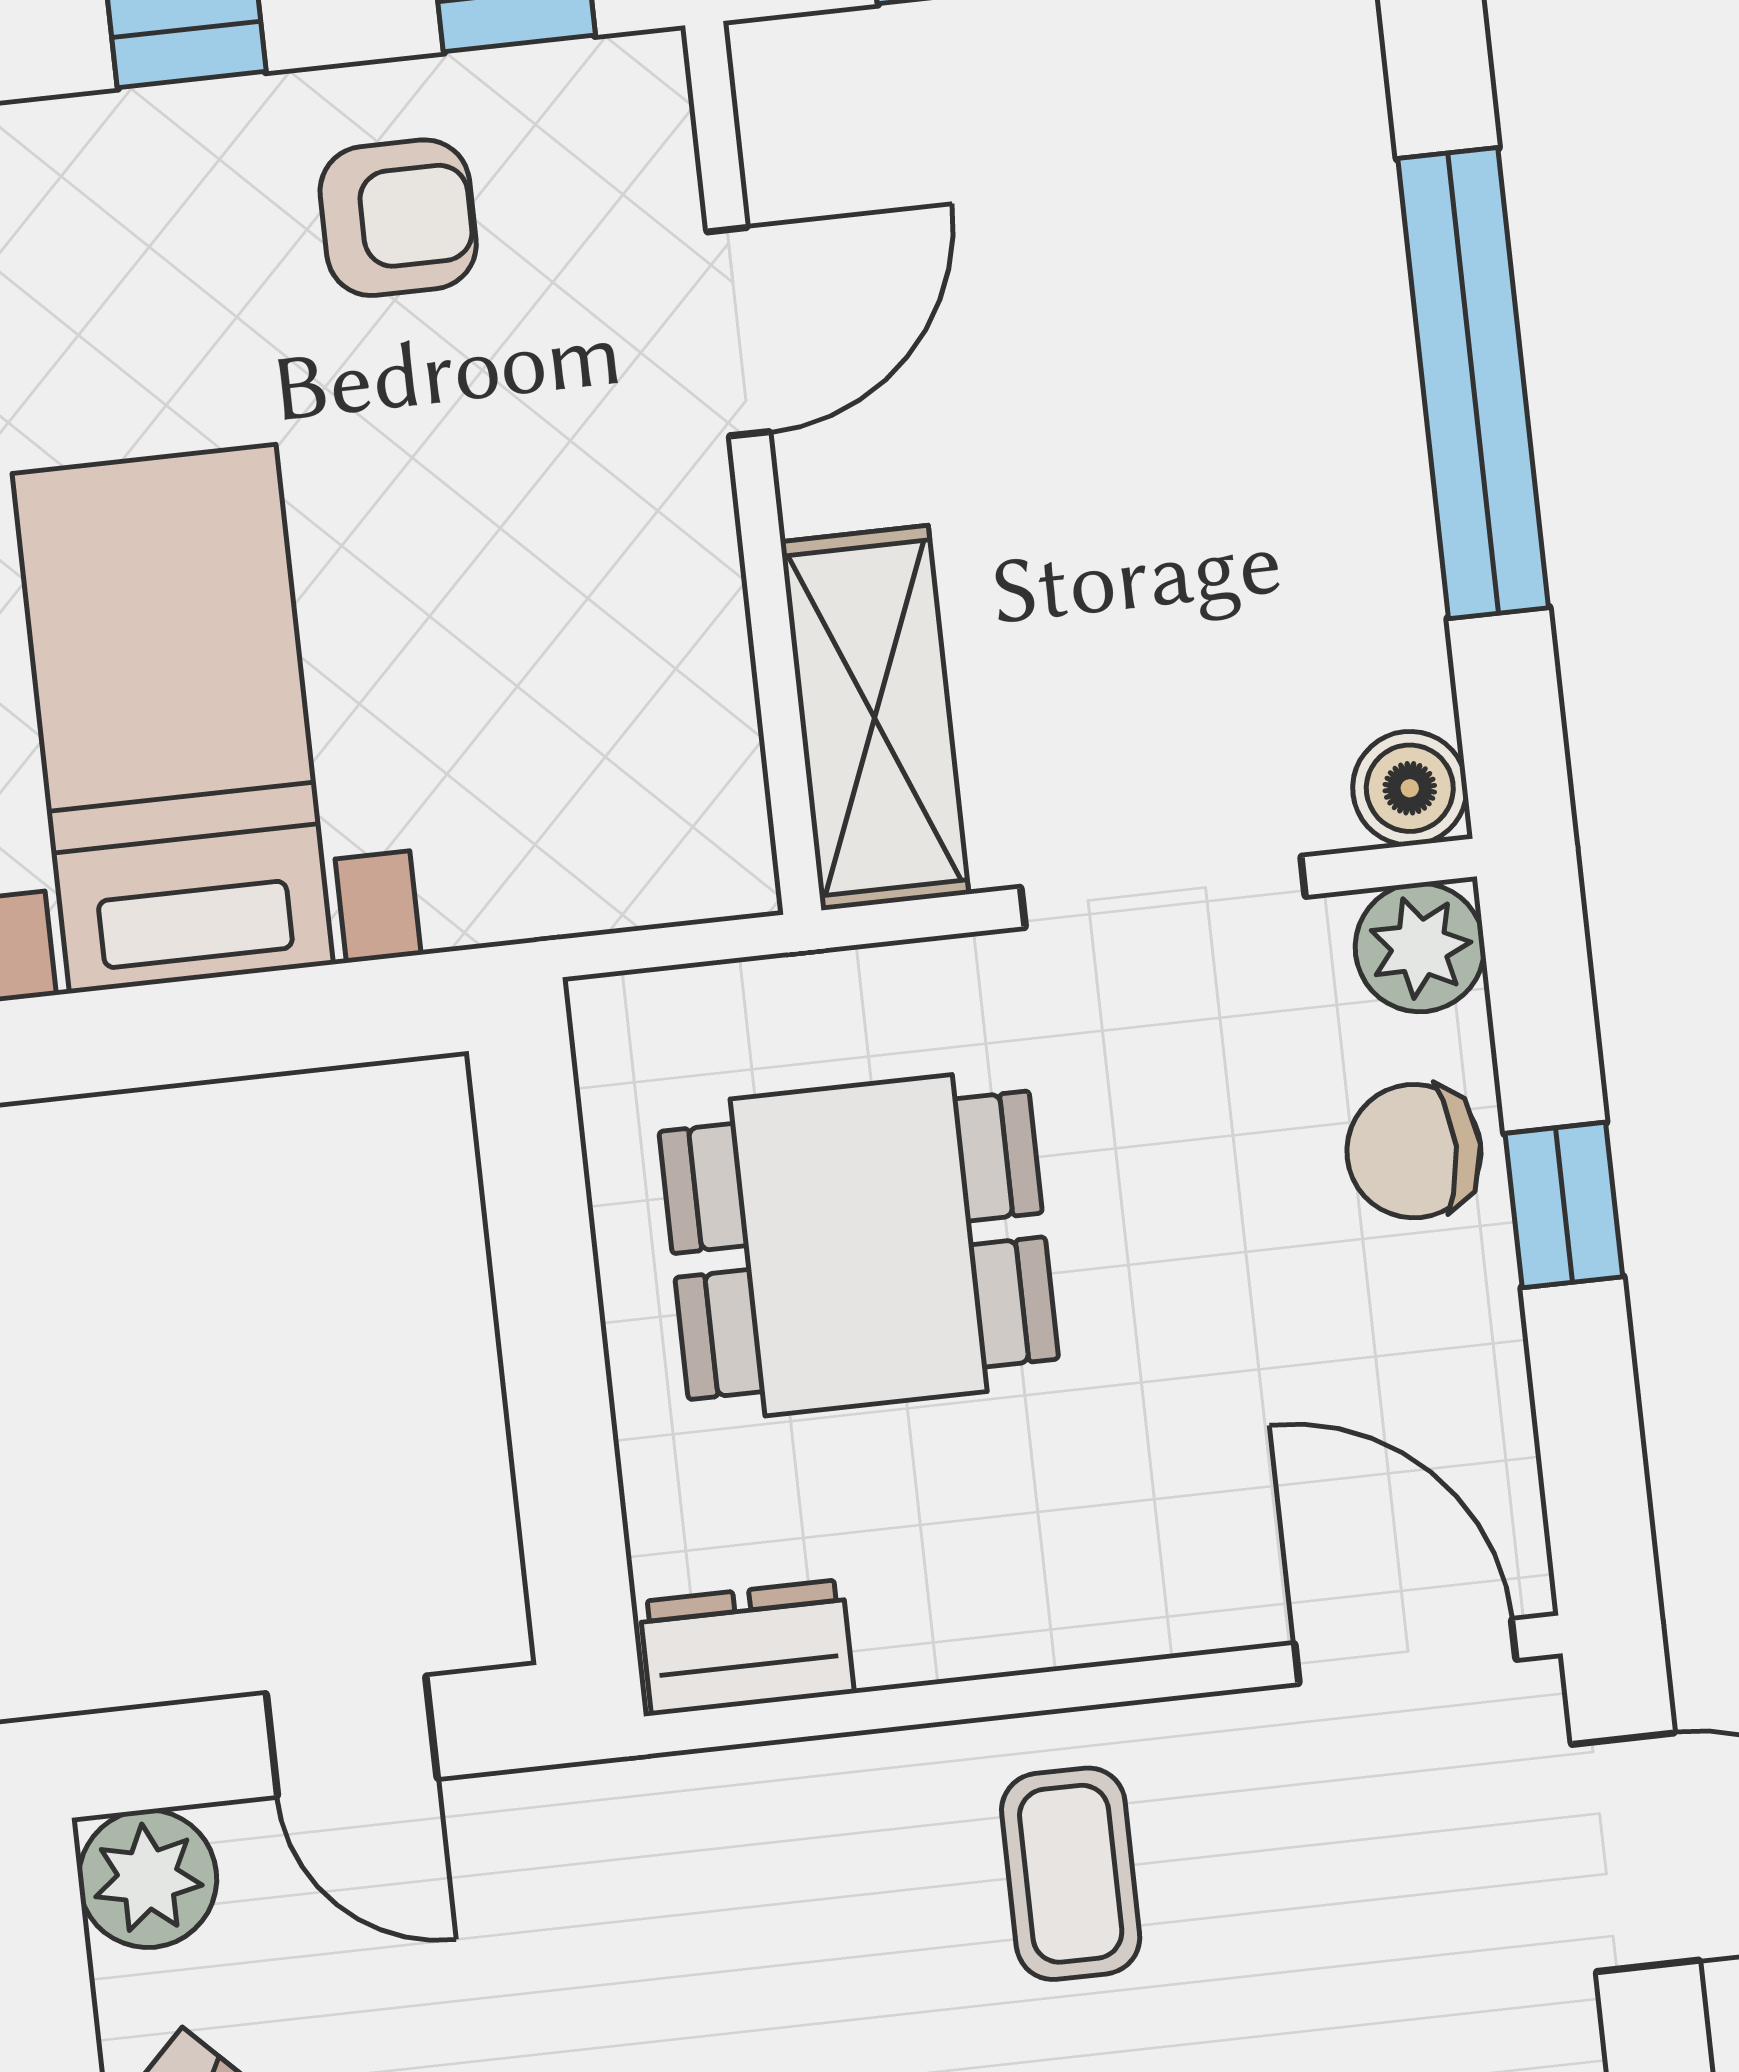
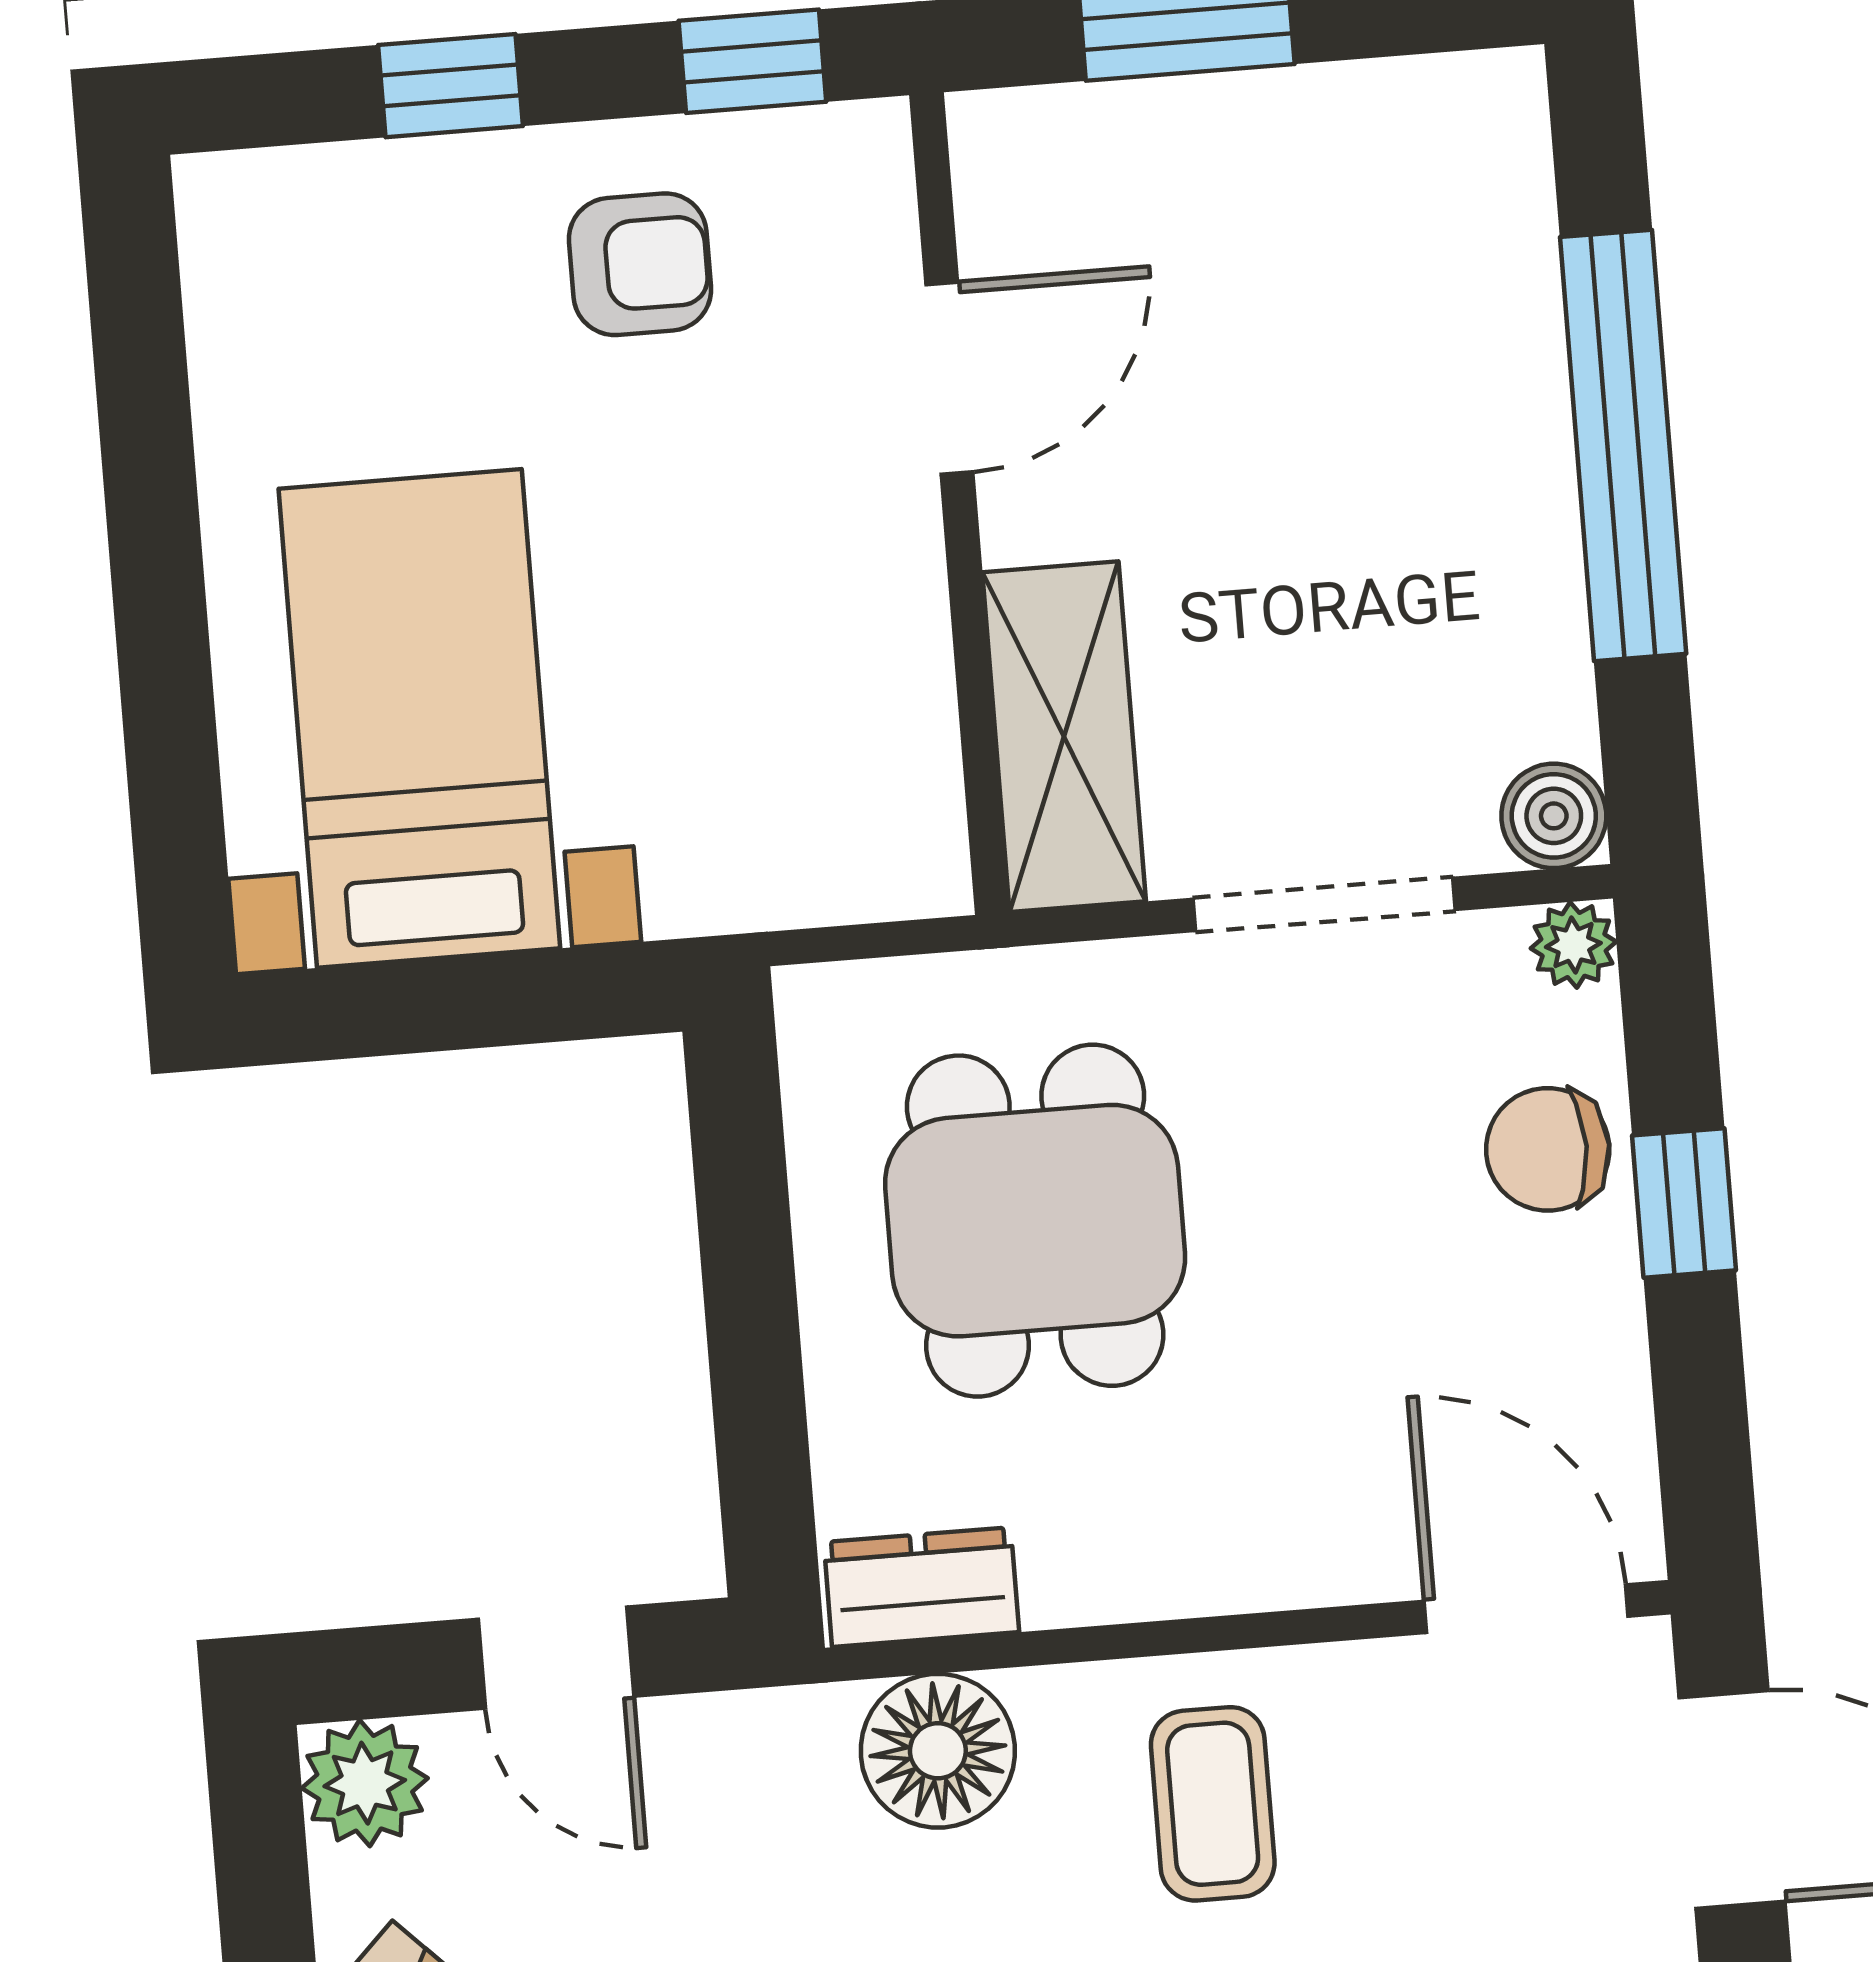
plant: (1420, 947) -> (1573, 945), width x0.73, depth x0.73
dining table: (859, 1245) -> (1035, 1221), turned 90
floor lamp: (770, 1825) -> (938, 1751), added

